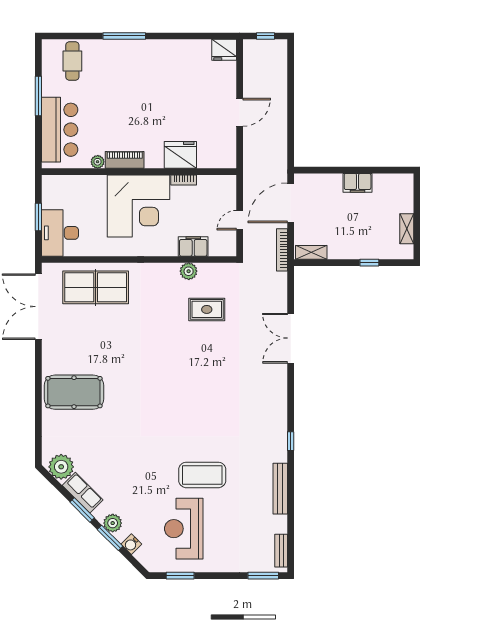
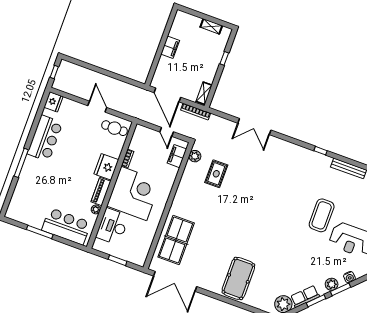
bar counter: (170, 56) -> (45, 138), added
cafe table: (72, 61) -> (114, 128), moved
fridge: (180, 155) -> (106, 167), moved
desk: (60, 233) -> (113, 226), moved, turned 90
filing cabinet: (193, 246) -> (177, 156), moved
plant: (189, 271) -> (195, 156), moved

